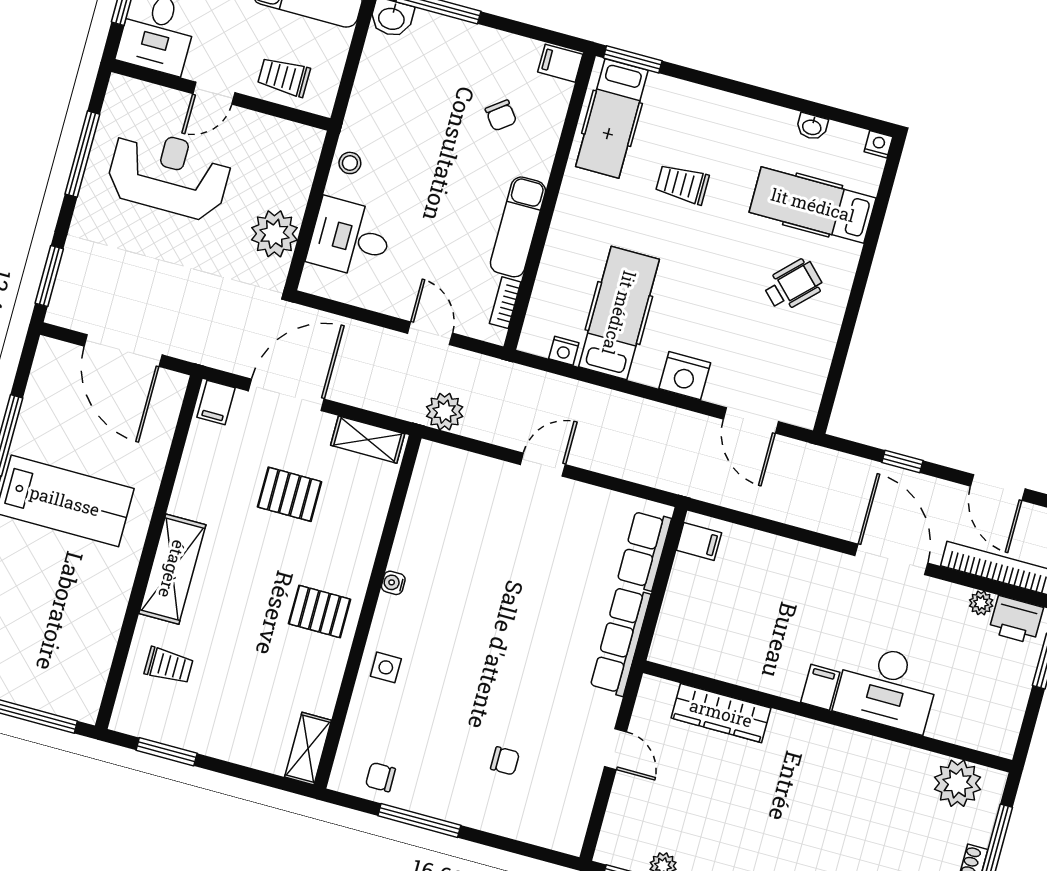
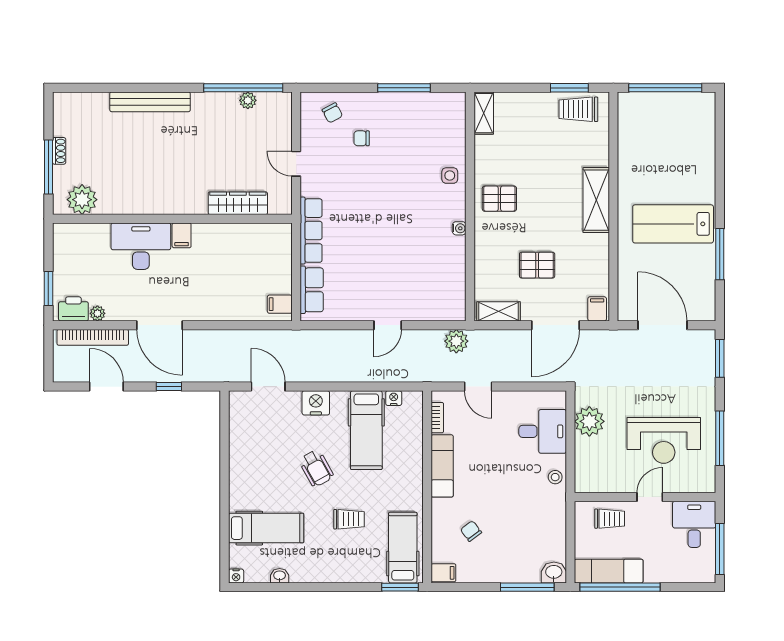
wheelchair: (793, 285) -> (316, 468), moved, turned -74
trolley: (169, 666) -> (578, 109), moved, width x1.36, depth x1.39
chair: (380, 777) -> (332, 113), moved, turned 62

